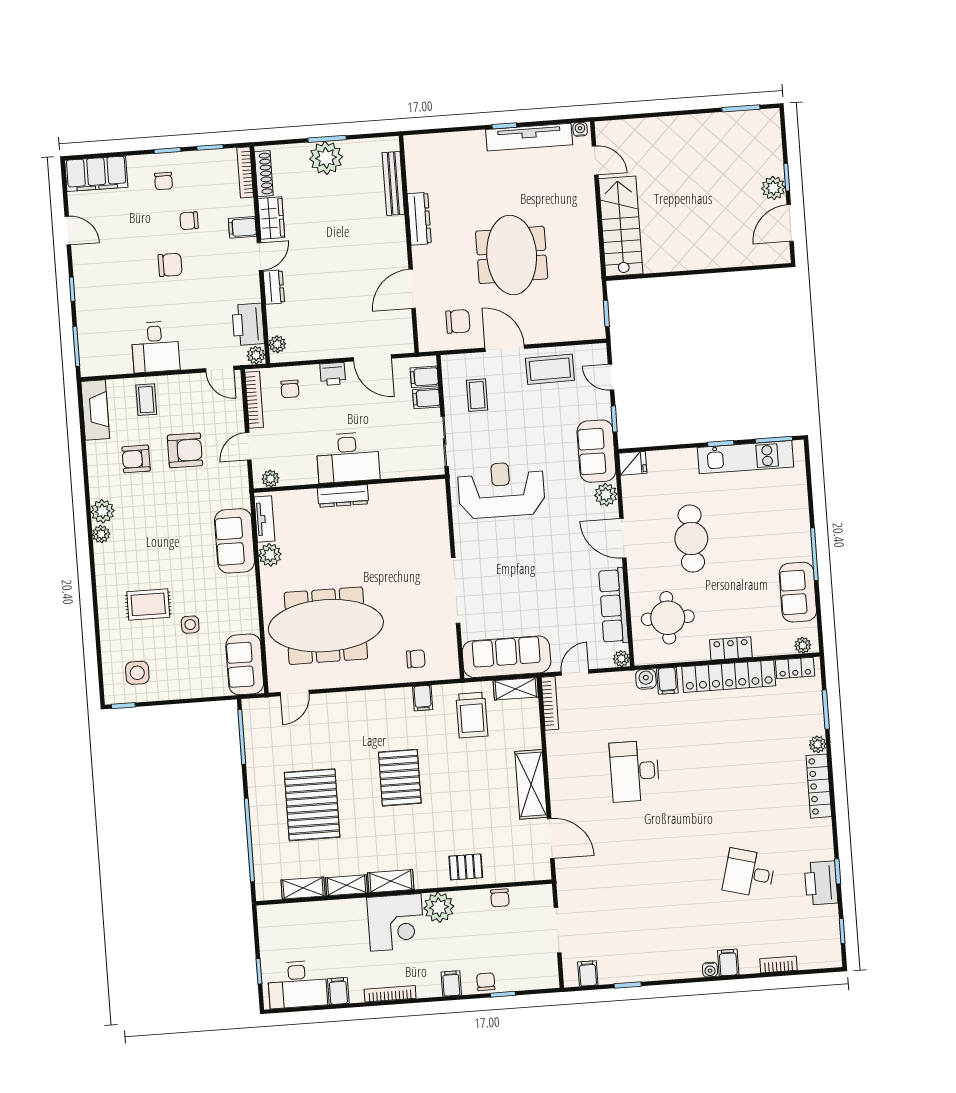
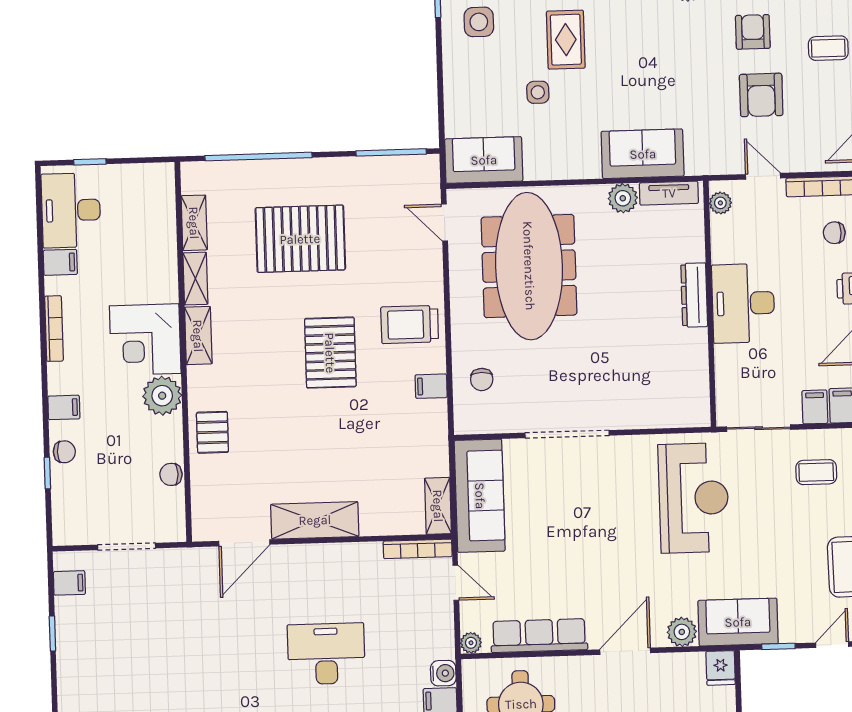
trolley: (472, 715) -> (410, 324), moved
pallet: (400, 778) -> (330, 353), turned 90

